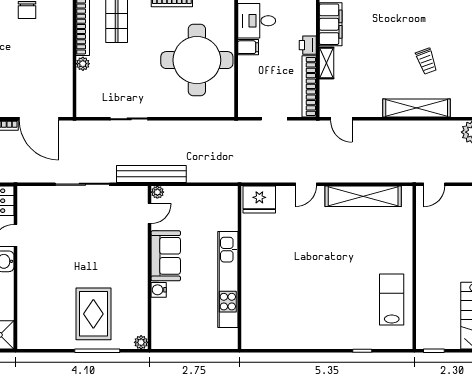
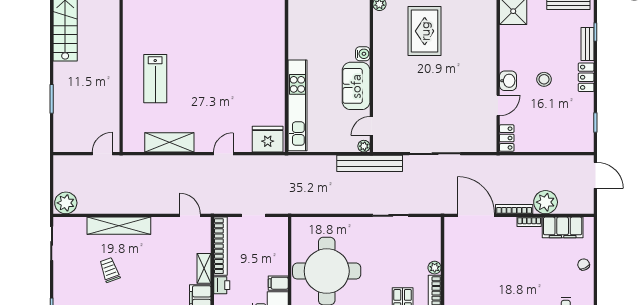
shelving: (363, 196) -> (169, 142), width x0.68
kitchen unit: (228, 279) -> (297, 105), moved
lab bench: (392, 300) -> (155, 79), moved

